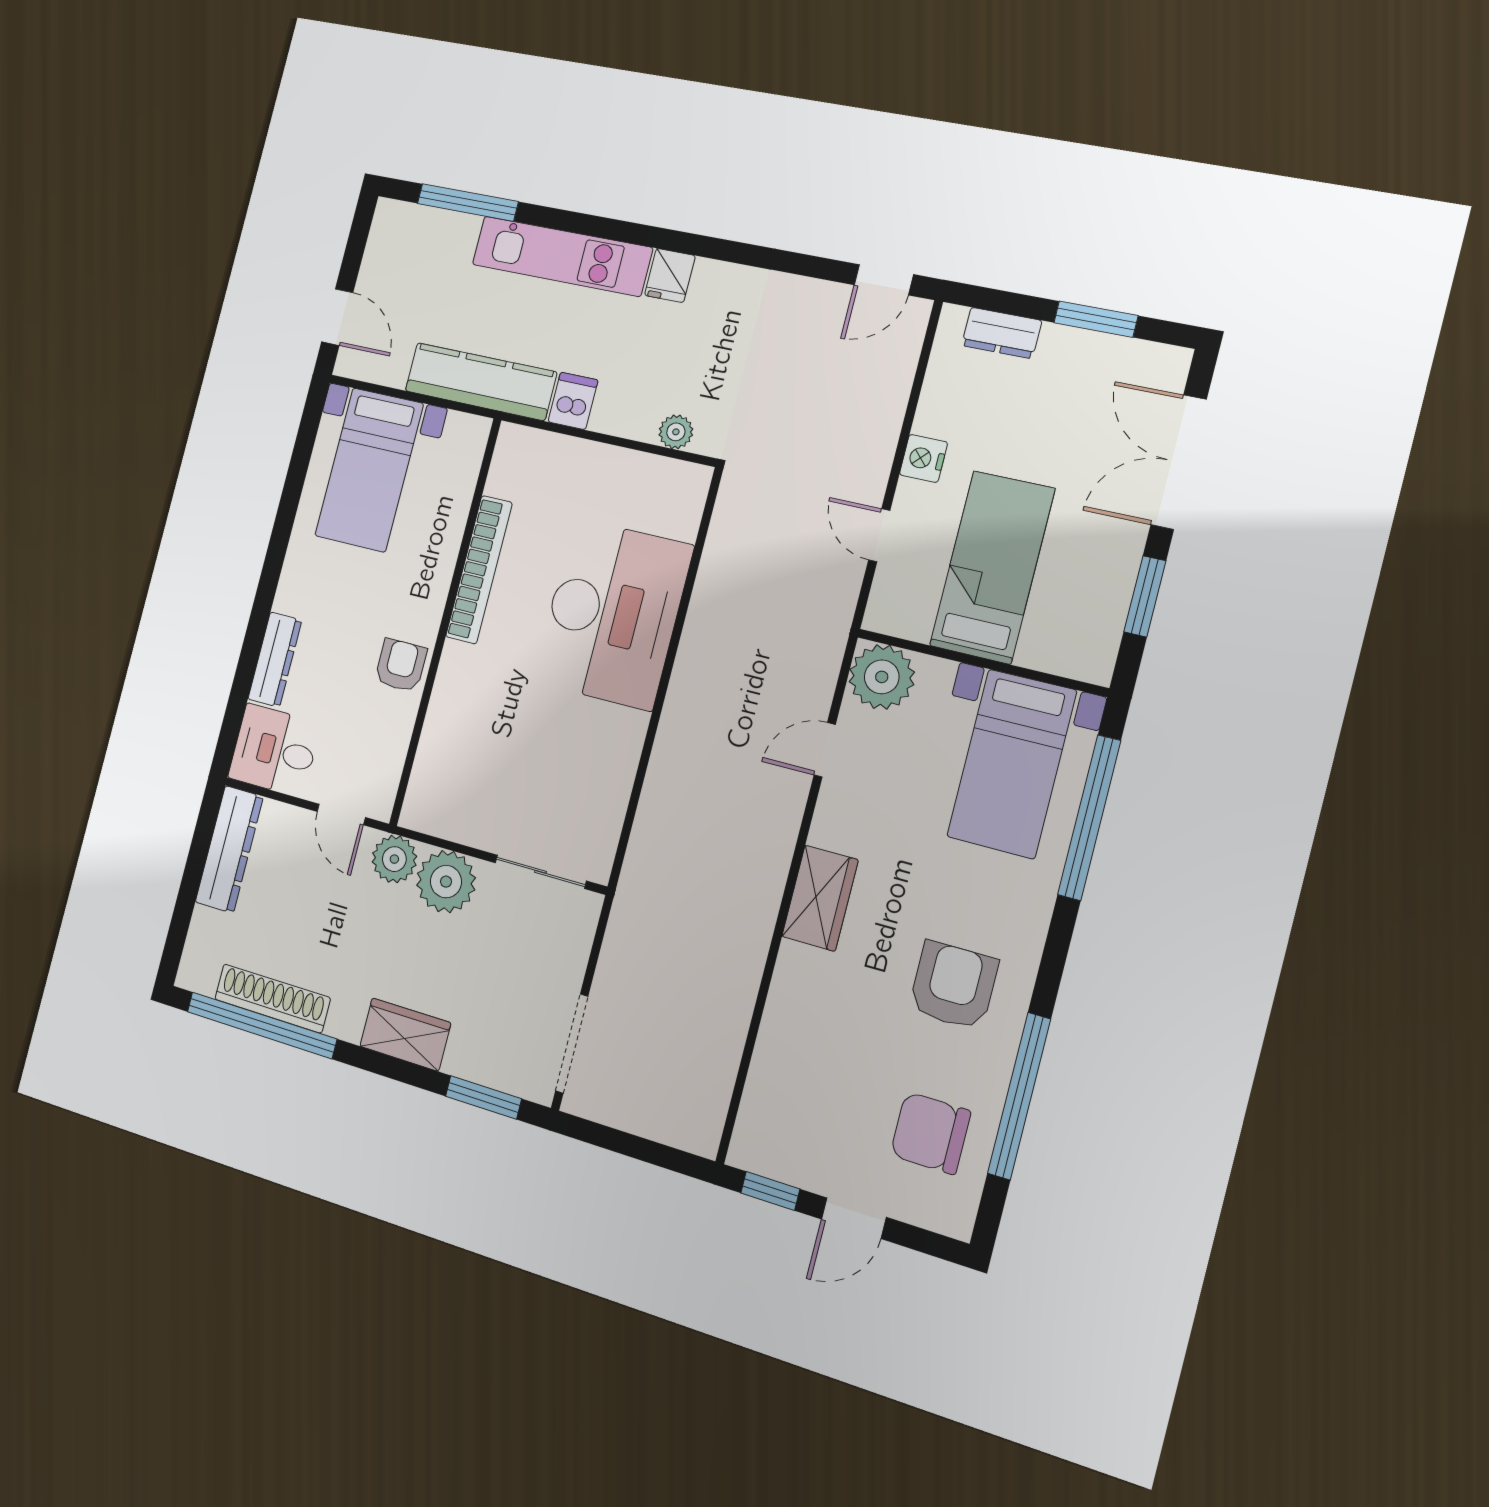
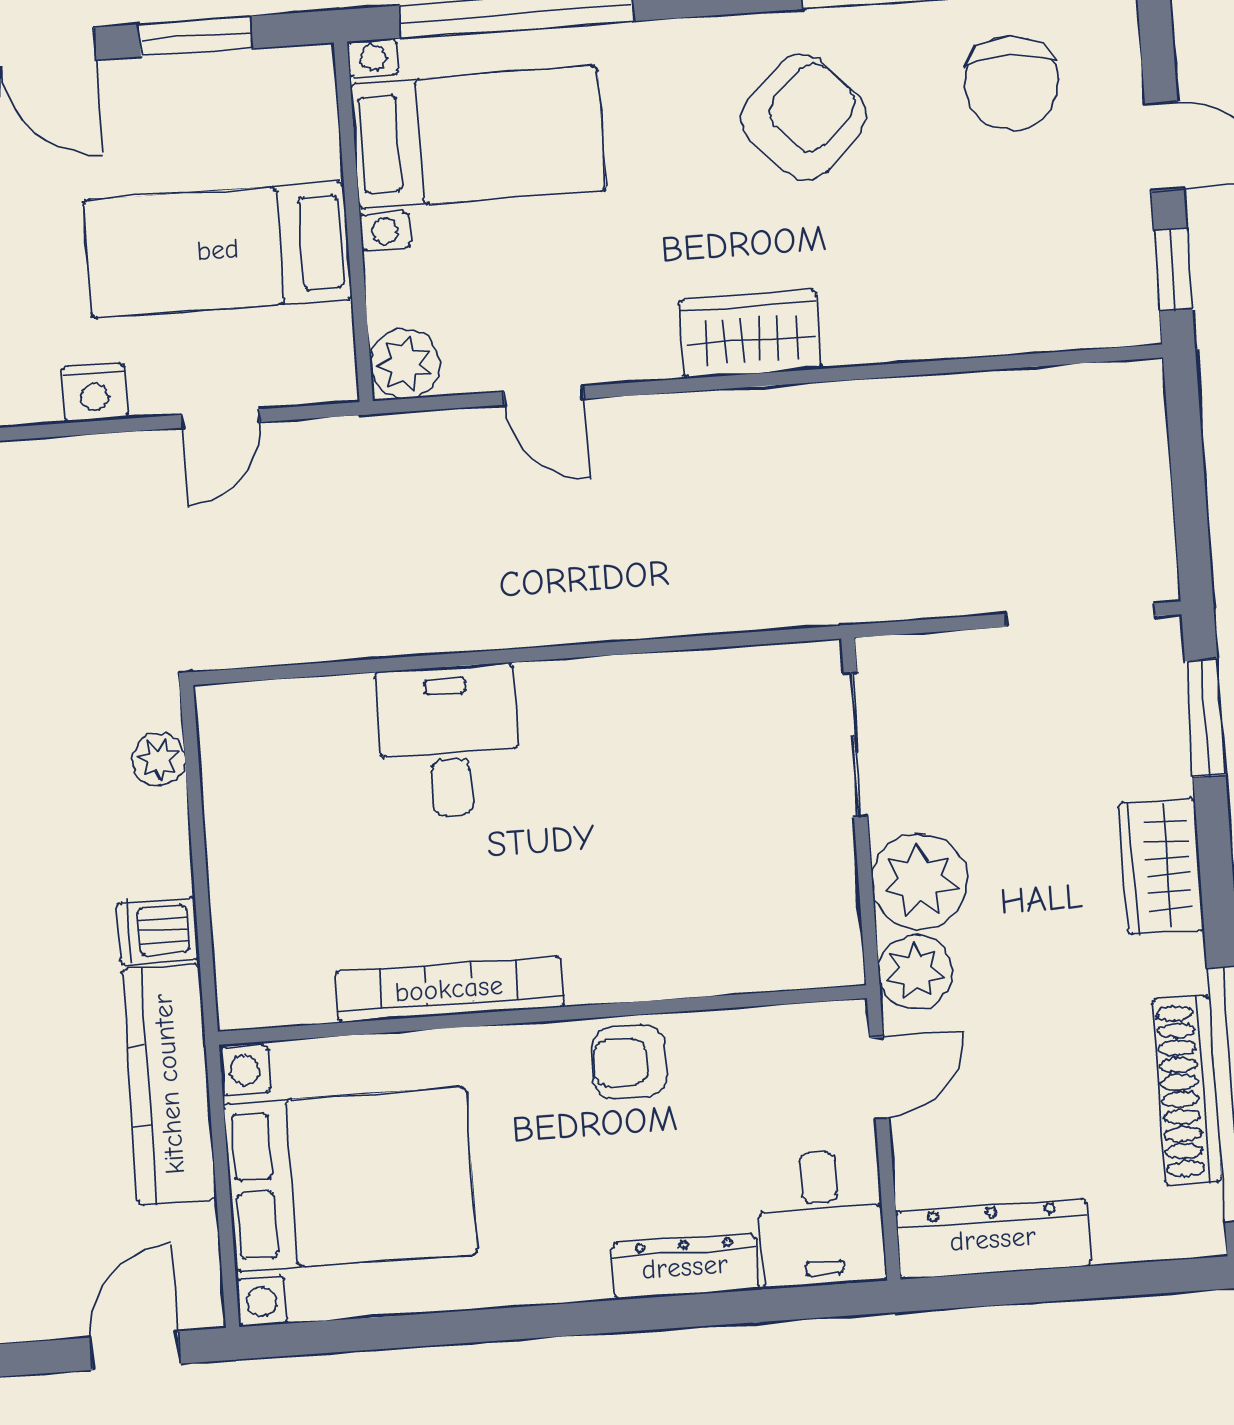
bed with nightstands: (369, 470) -> (350, 1179), width x1.36
desk: (613, 614) -> (449, 742), width x0.53, depth x0.77
plant: (882, 677) -> (405, 364), width x0.73, depth x0.73
armchair: (953, 986) -> (803, 117), turned 135

